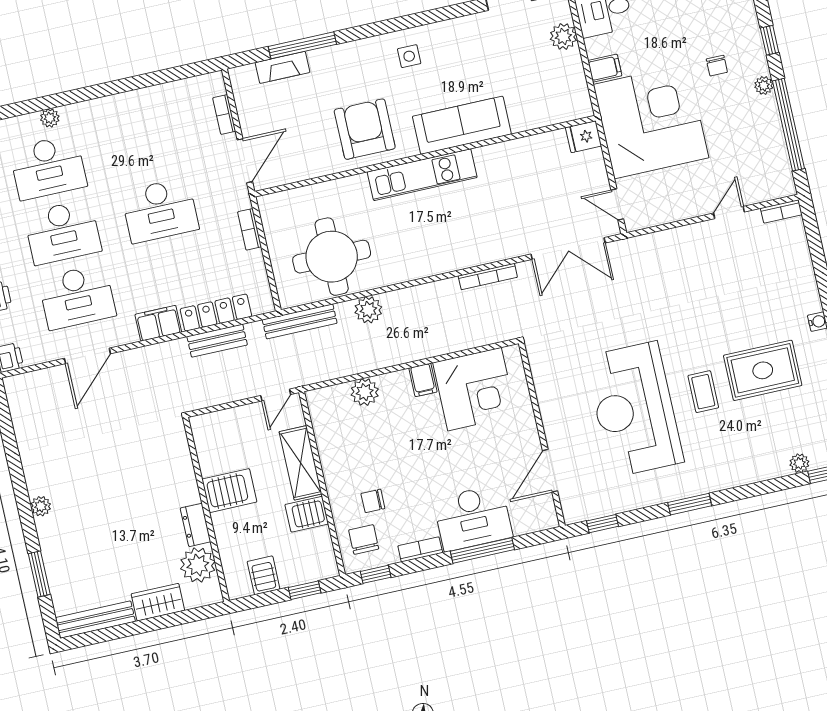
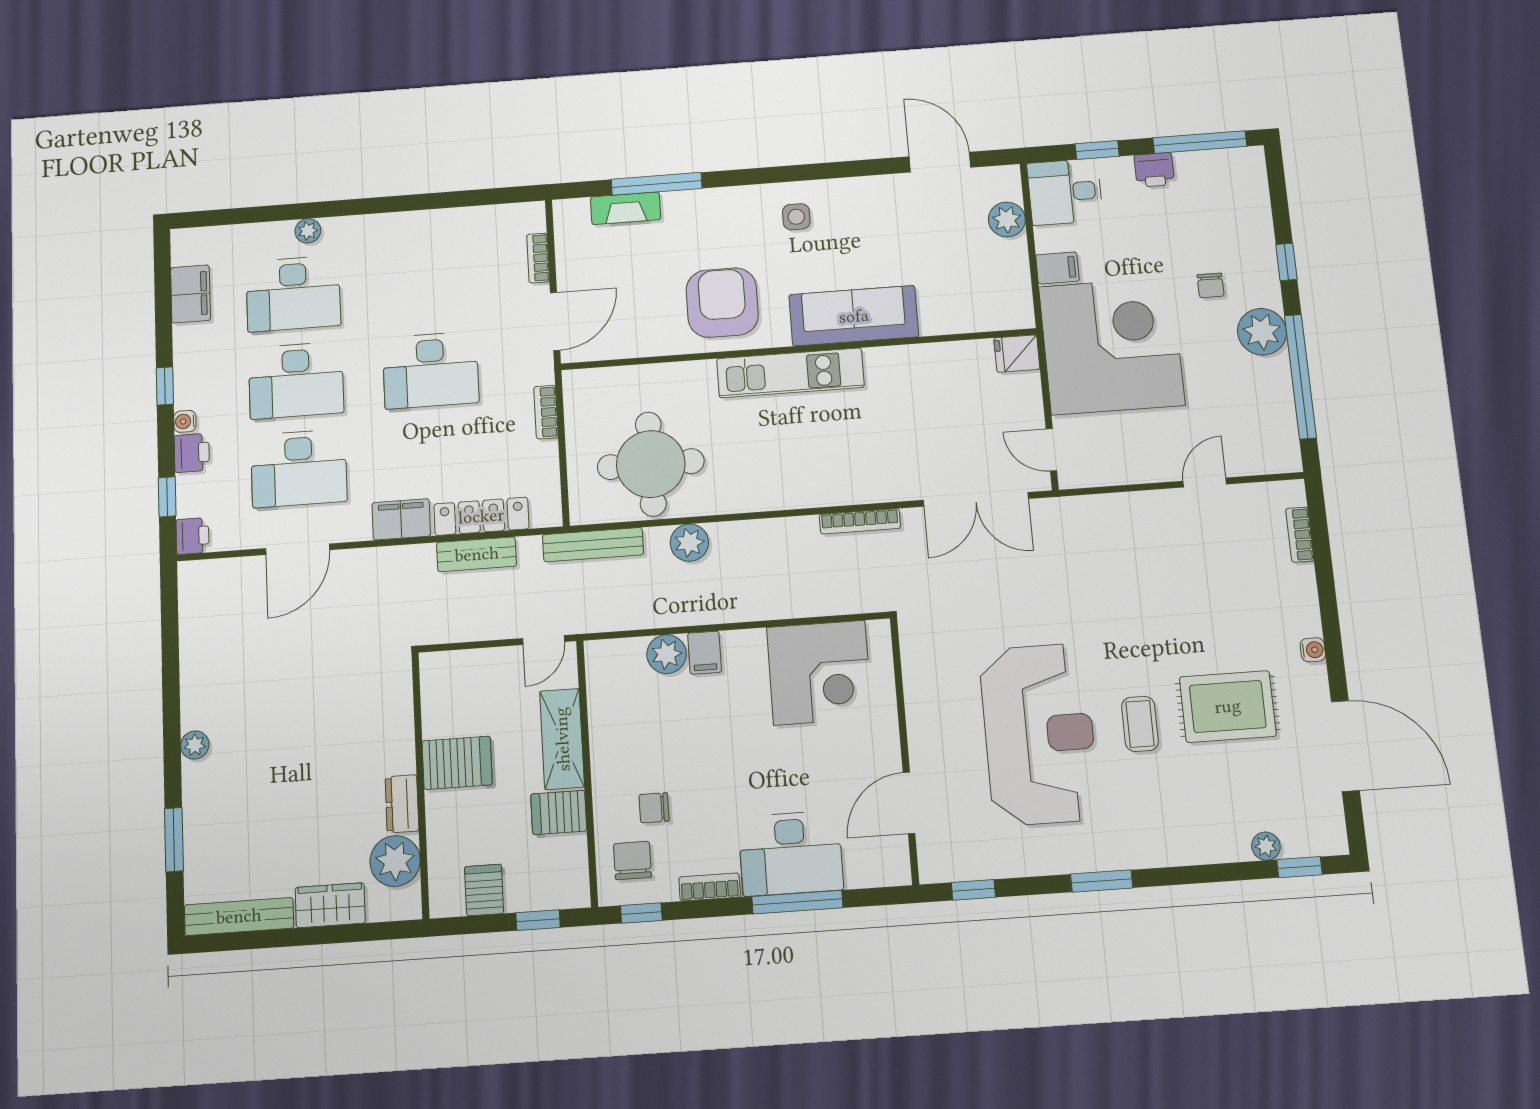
plant: (764, 85) -> (1262, 332), width x1.88, depth x1.88
bookcase: (781, 211) -> (1300, 535), moved, turned 90
filing cabinet: (423, 380) -> (705, 653), moved
reception desk: (634, 409) -> (1039, 734), turned 180

